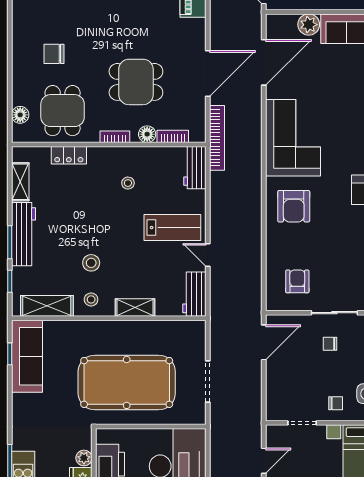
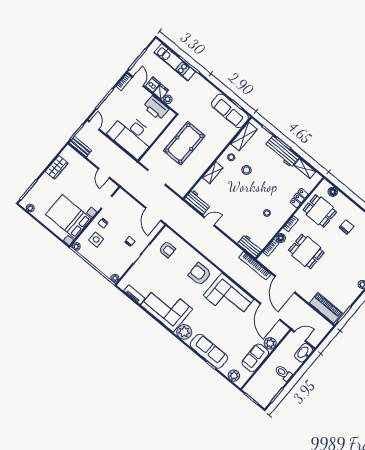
dining table: (136, 82) -> (306, 251), turned 90
lab bench: (172, 228) -> (233, 216), removed
pool table: (127, 382) -> (184, 143), width x0.73, depth x0.76

